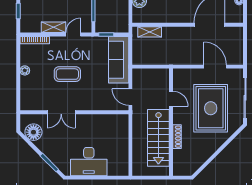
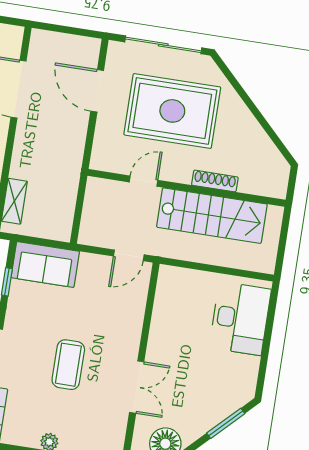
sofa: (119, 60) -> (45, 264), width x0.73
door: (215, 67) -> (97, 91), hinge flipped
desk: (89, 162) -> (240, 319), moved

